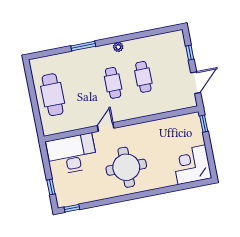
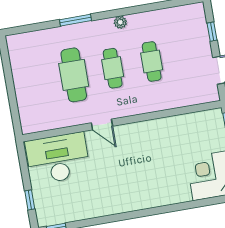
cafe table: (53, 95) -> (74, 75), moved
door: (106, 127) -> (102, 124), swing flipped
round table: (126, 167) -> (127, 177), removed

